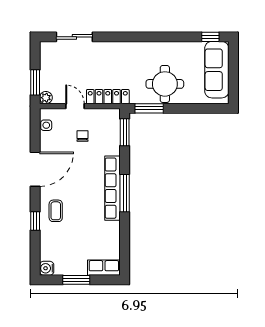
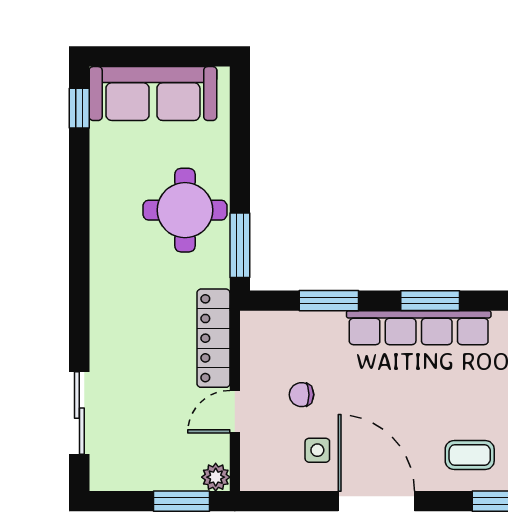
side table: (46, 125) -> (317, 450), moved
window: (125, 132) -> (329, 301), moved
window: (125, 193) -> (430, 301), width x0.69

